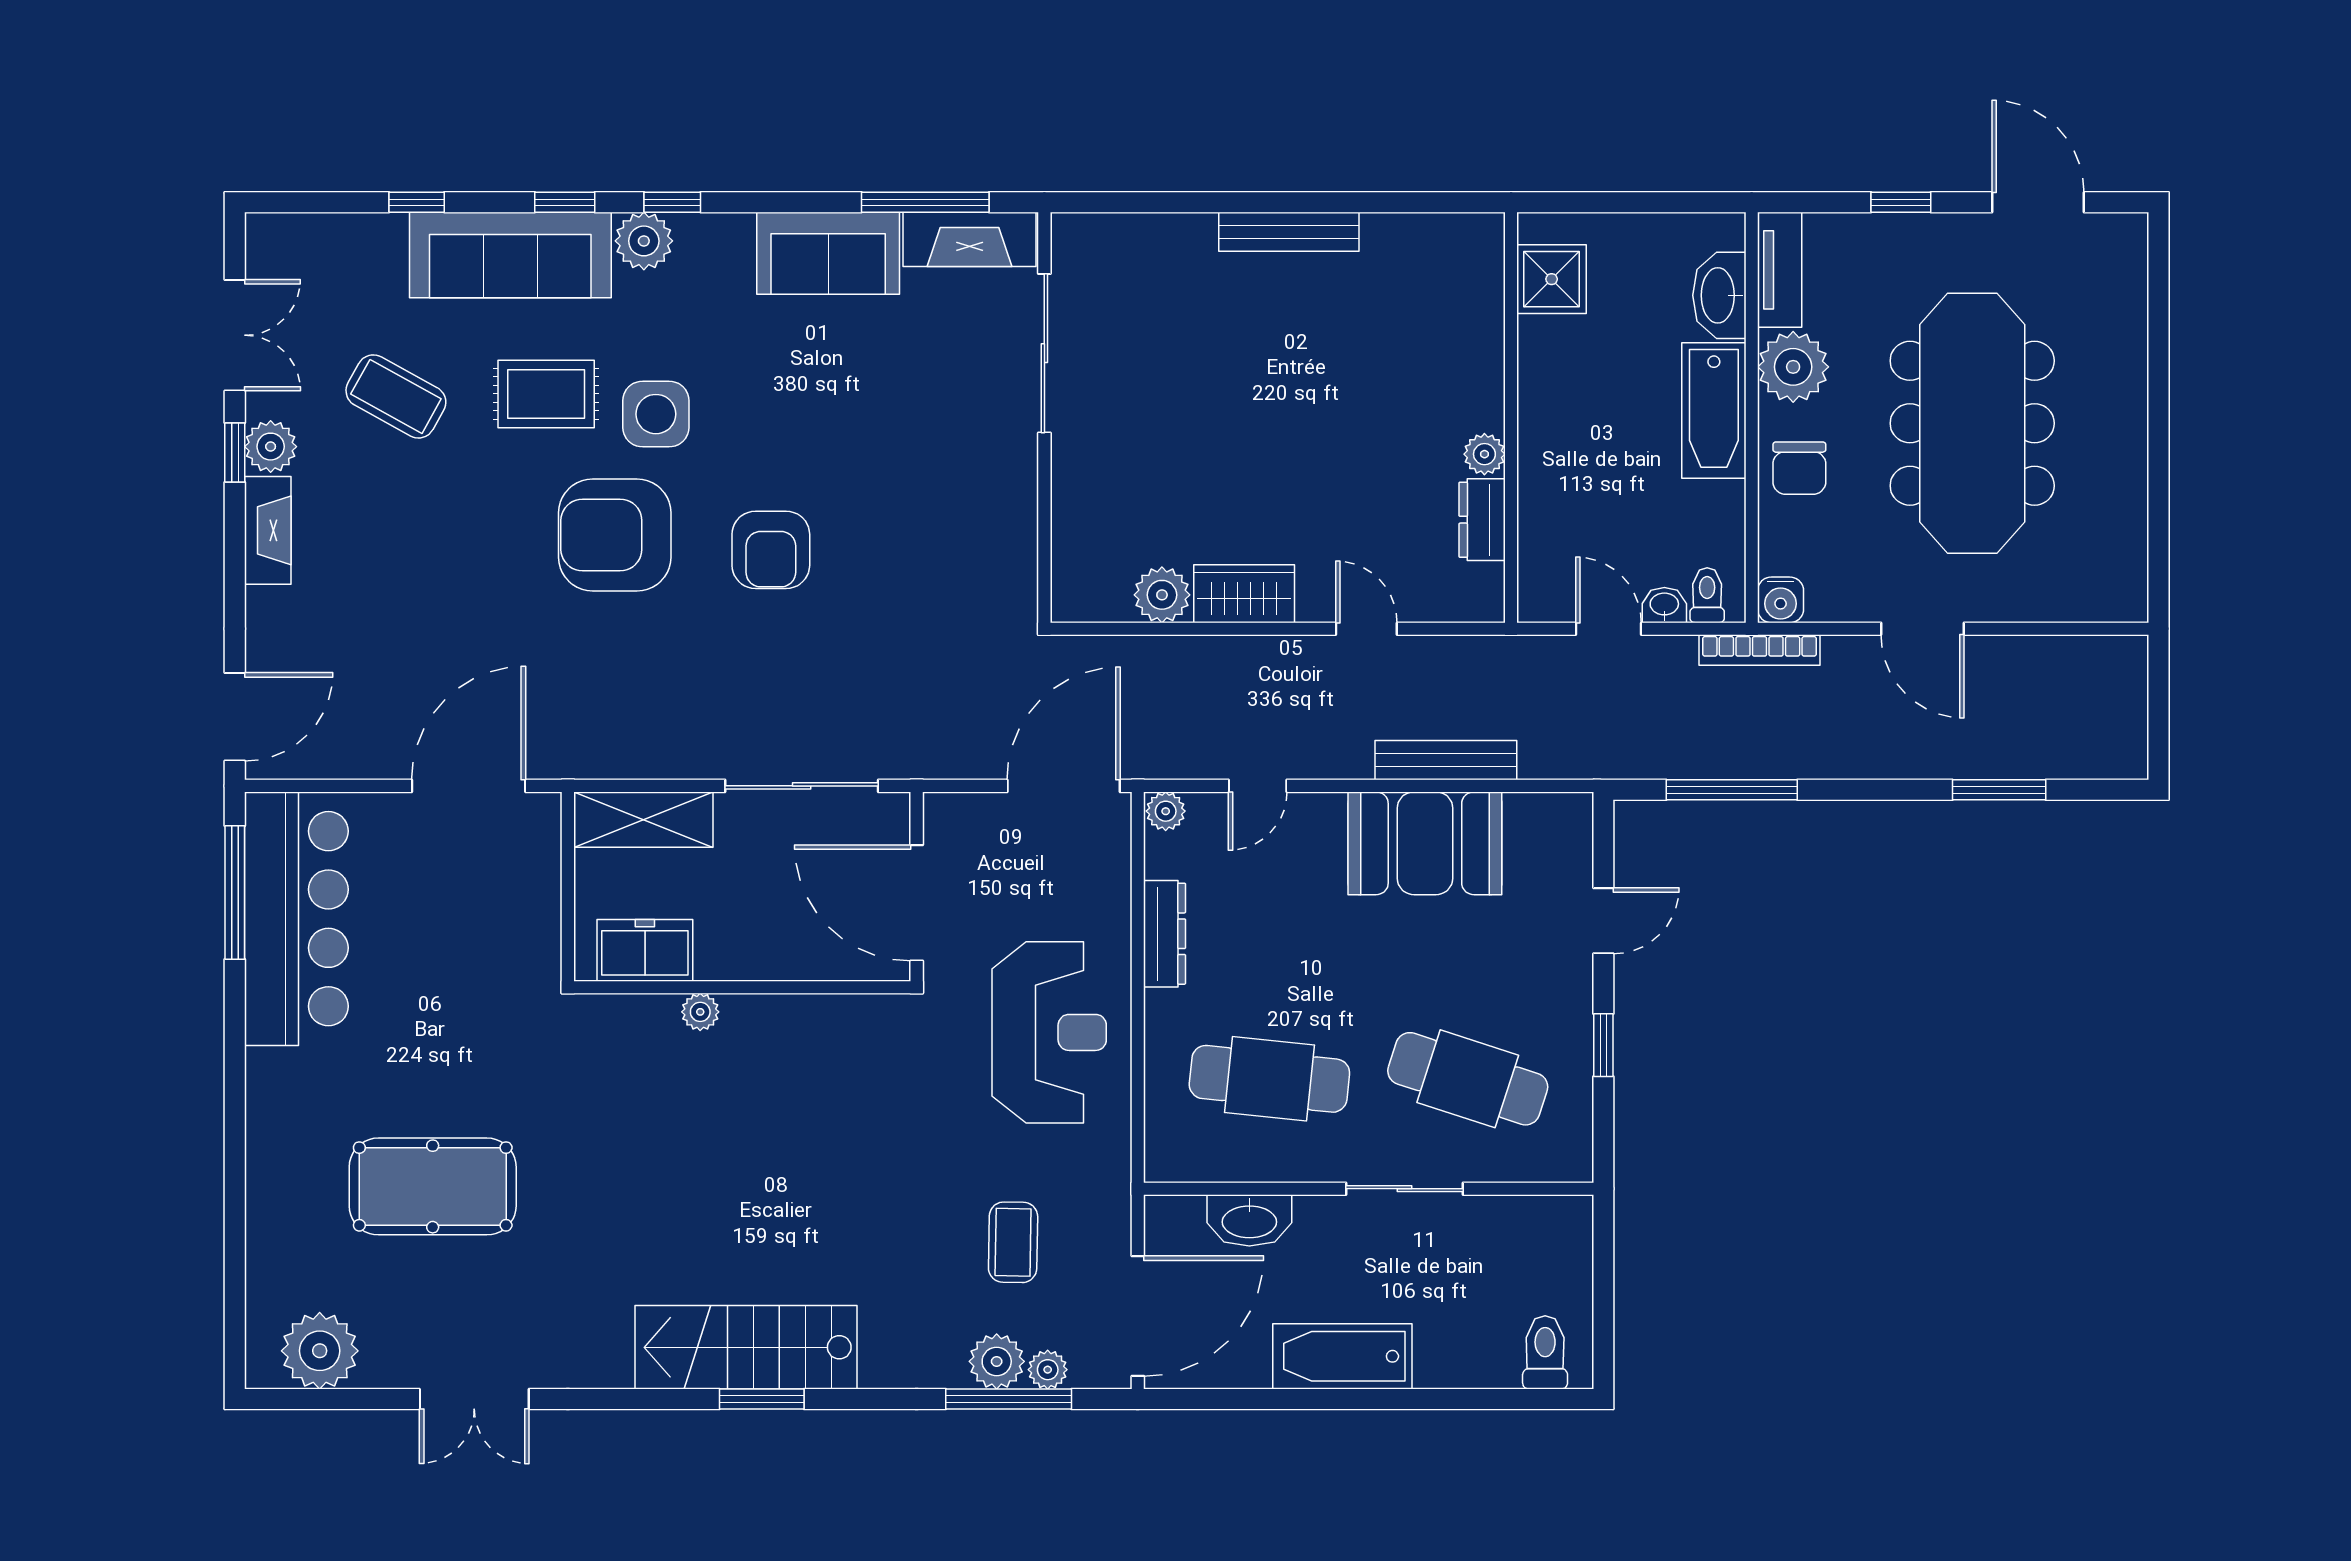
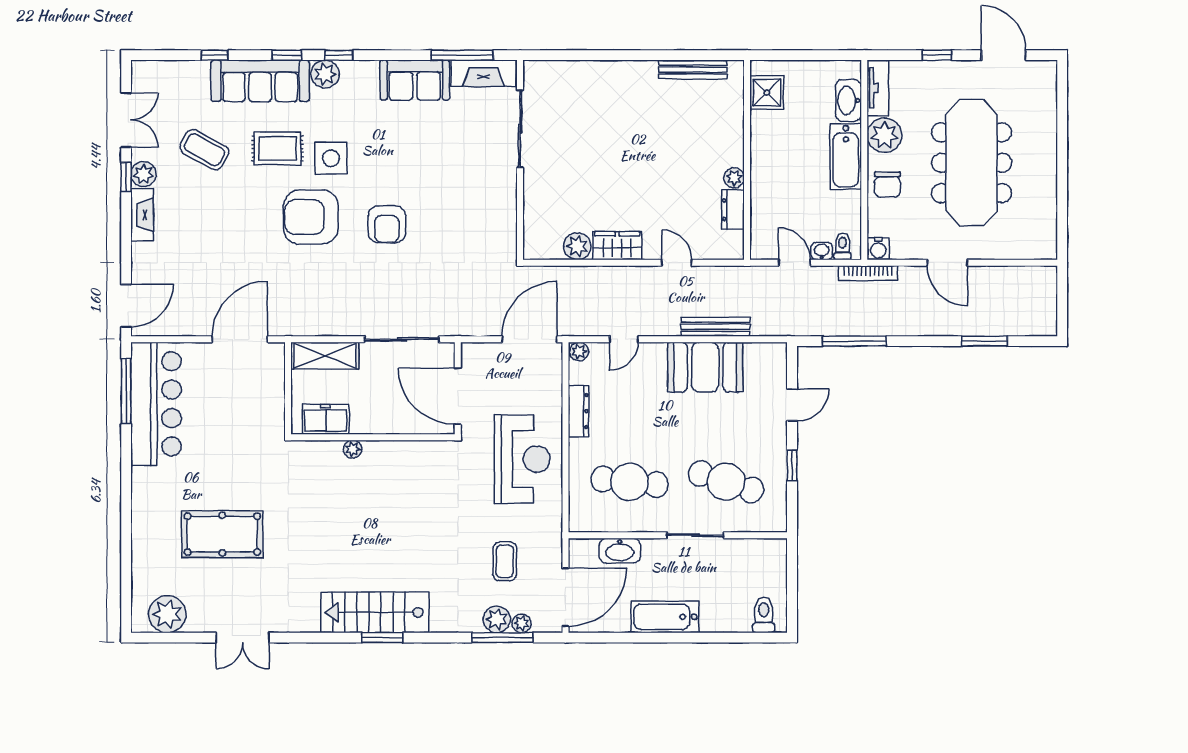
bench: (1289, 232) -> (693, 70), moved

